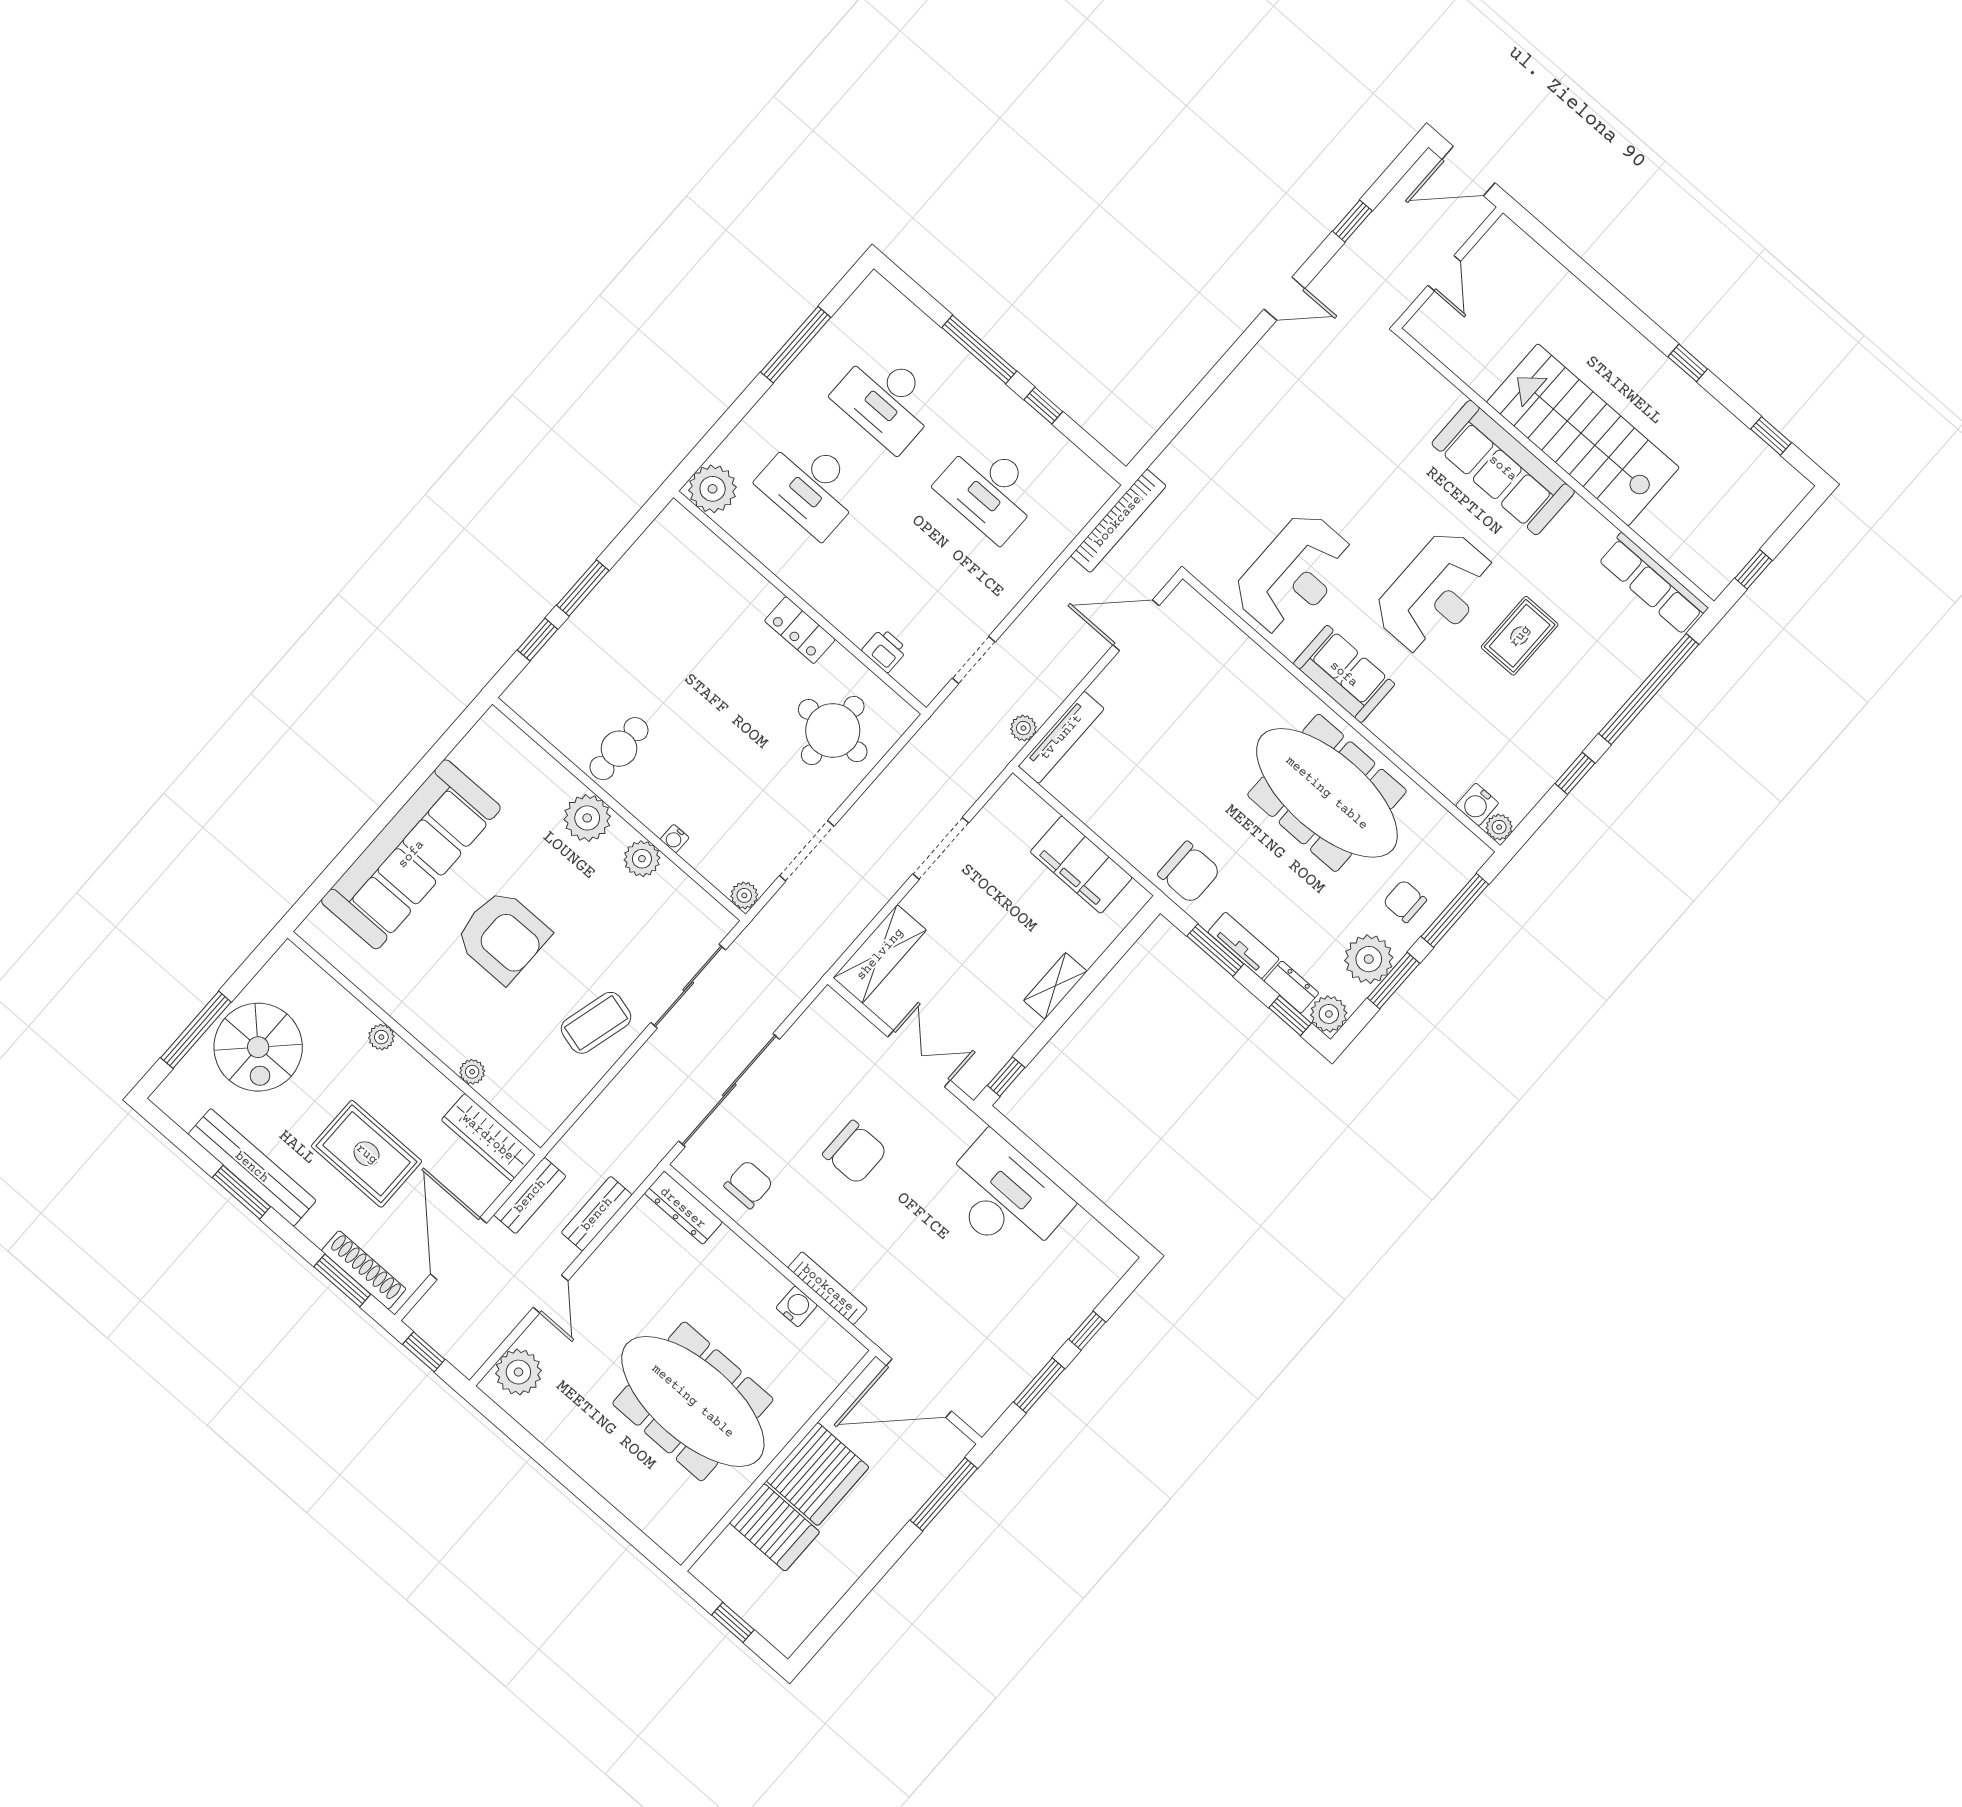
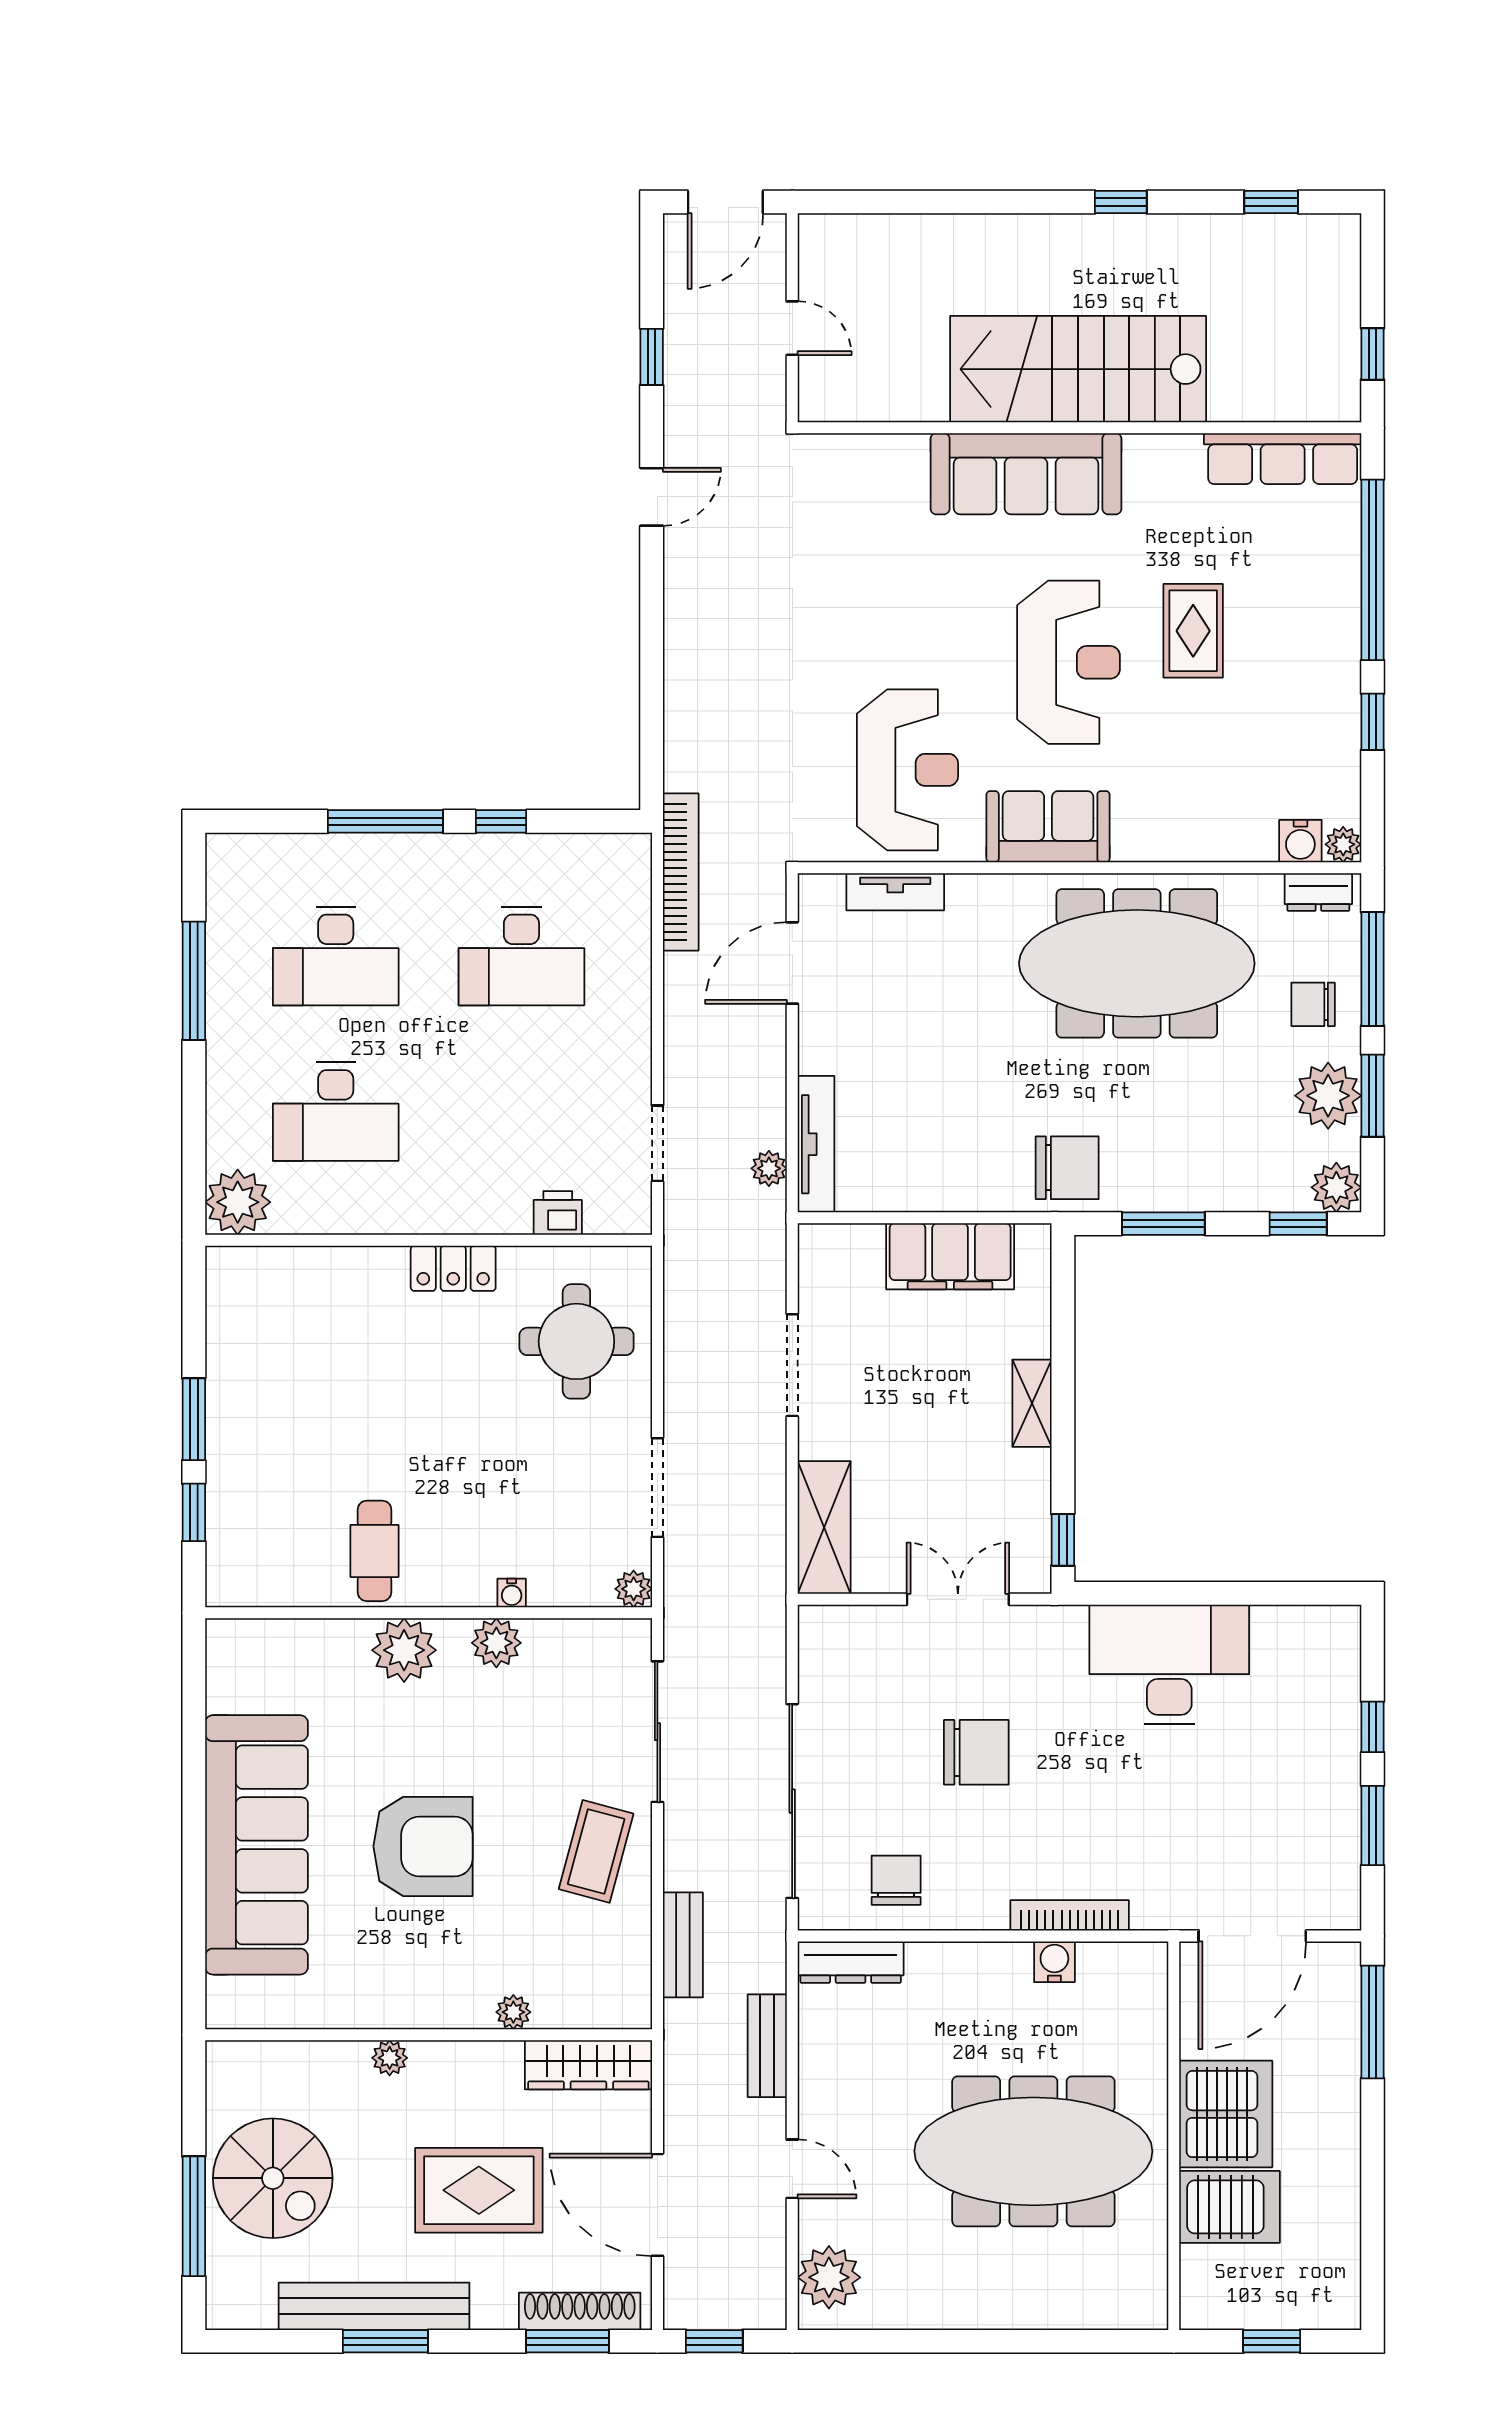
tv unit: (1243, 945) -> (895, 892), moved, turned 180
dresser: (1291, 987) -> (1318, 892), moved, turned 180
bench: (530, 1196) -> (683, 1945), moved

